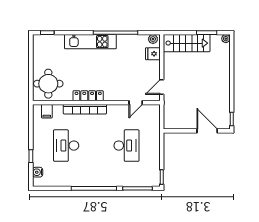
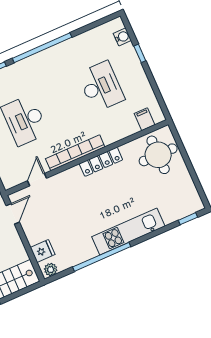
bookcase: (85, 109) -> (75, 153), moved

